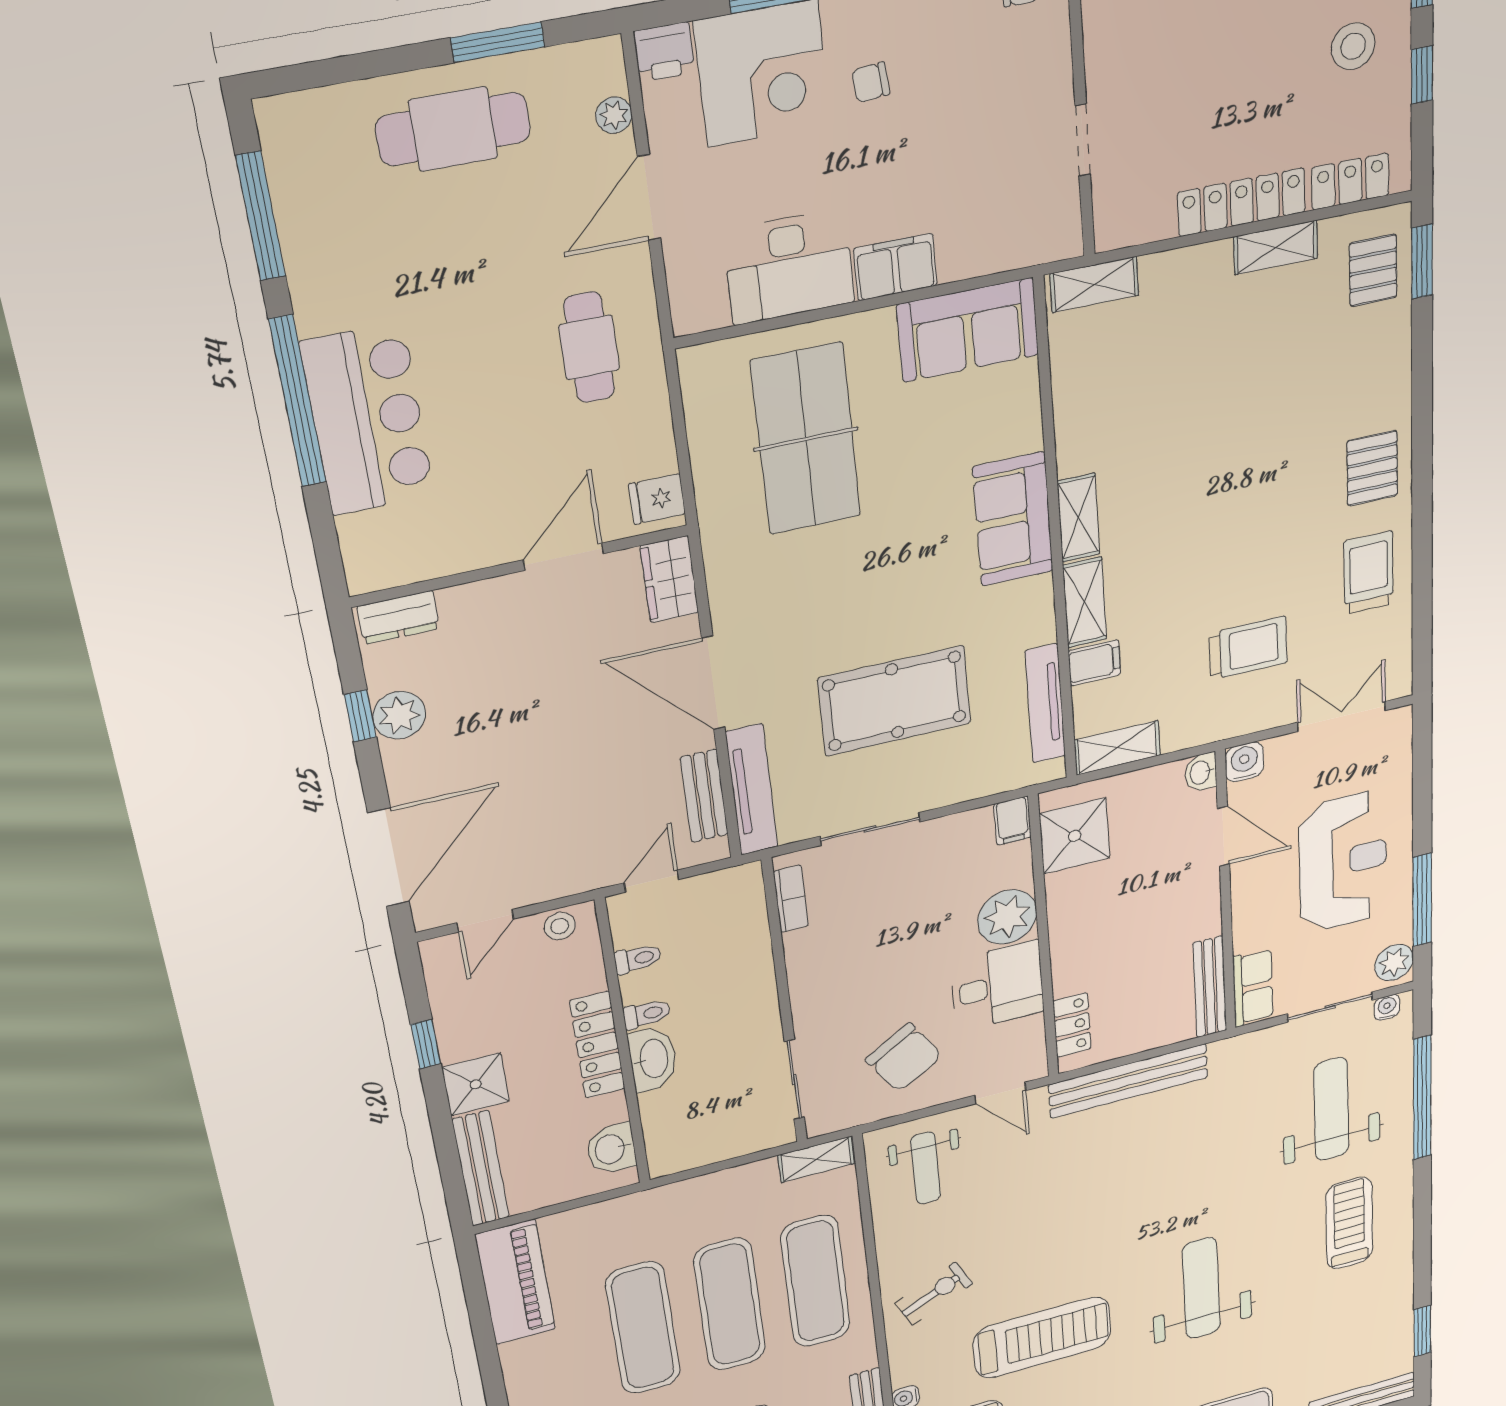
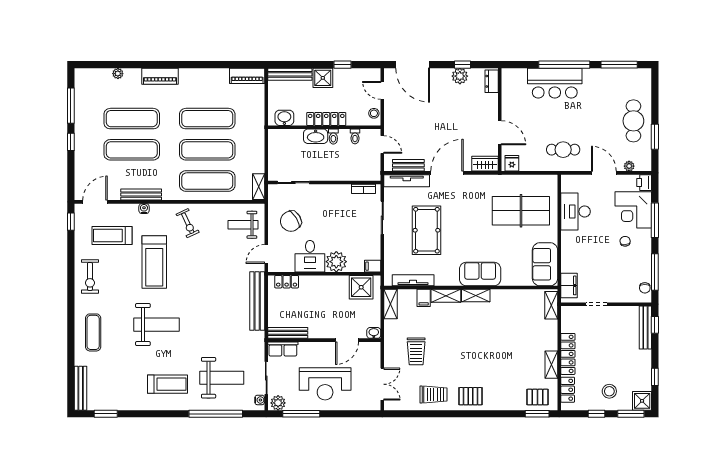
filing cabinet: (895, 267) -> (569, 285), moved
water cooler: (1244, 762) -> (374, 349), removed
piano: (515, 1282) -> (247, 76), width x0.73, depth x0.75

